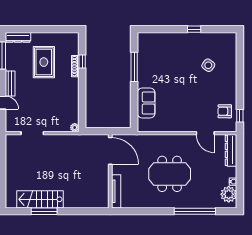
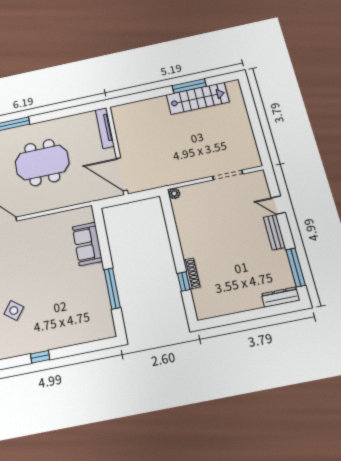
rug: (44, 62) -> (236, 270), removed

